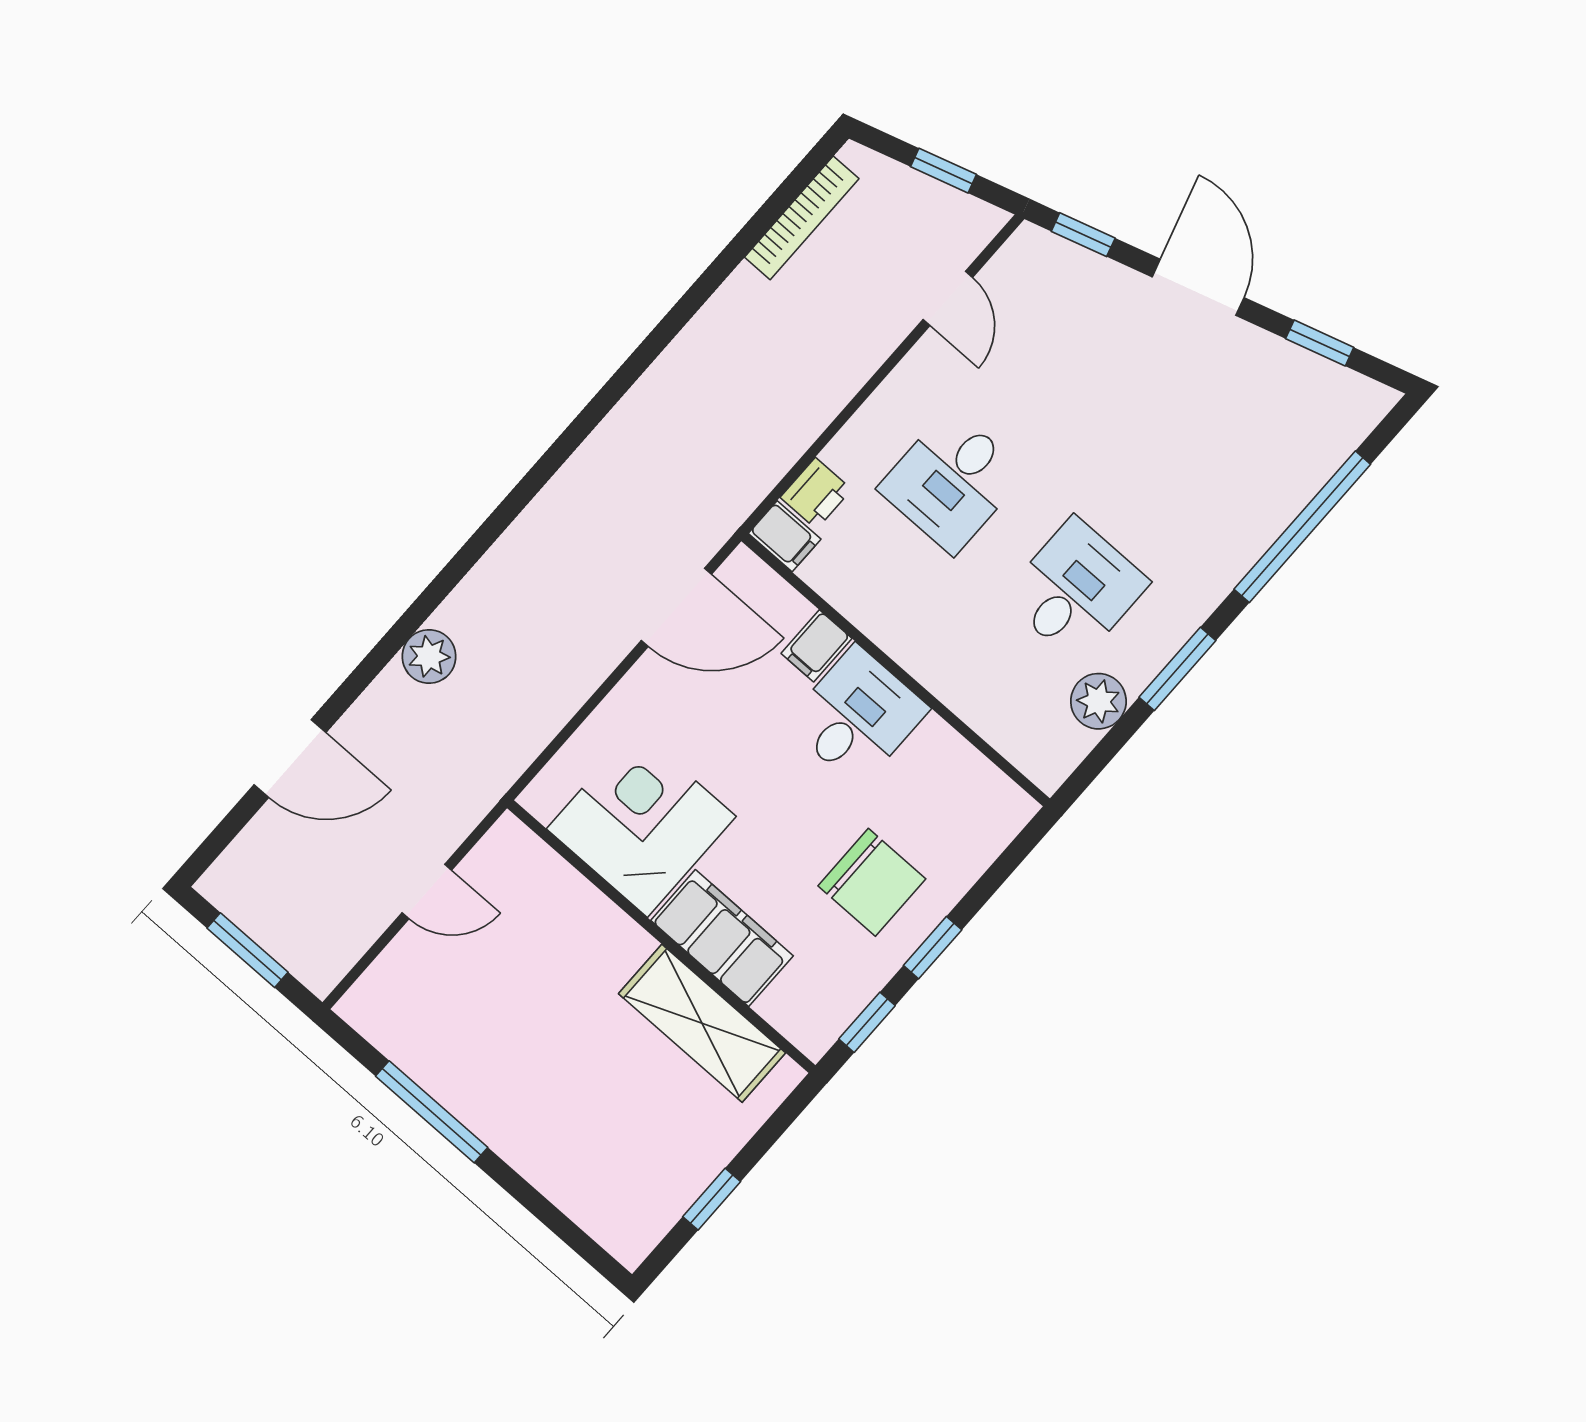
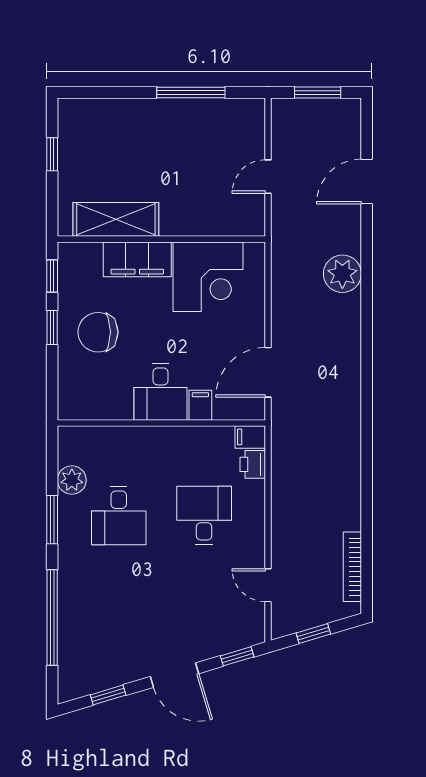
plant: (429, 656) -> (342, 274), width x1.36, depth x1.36

